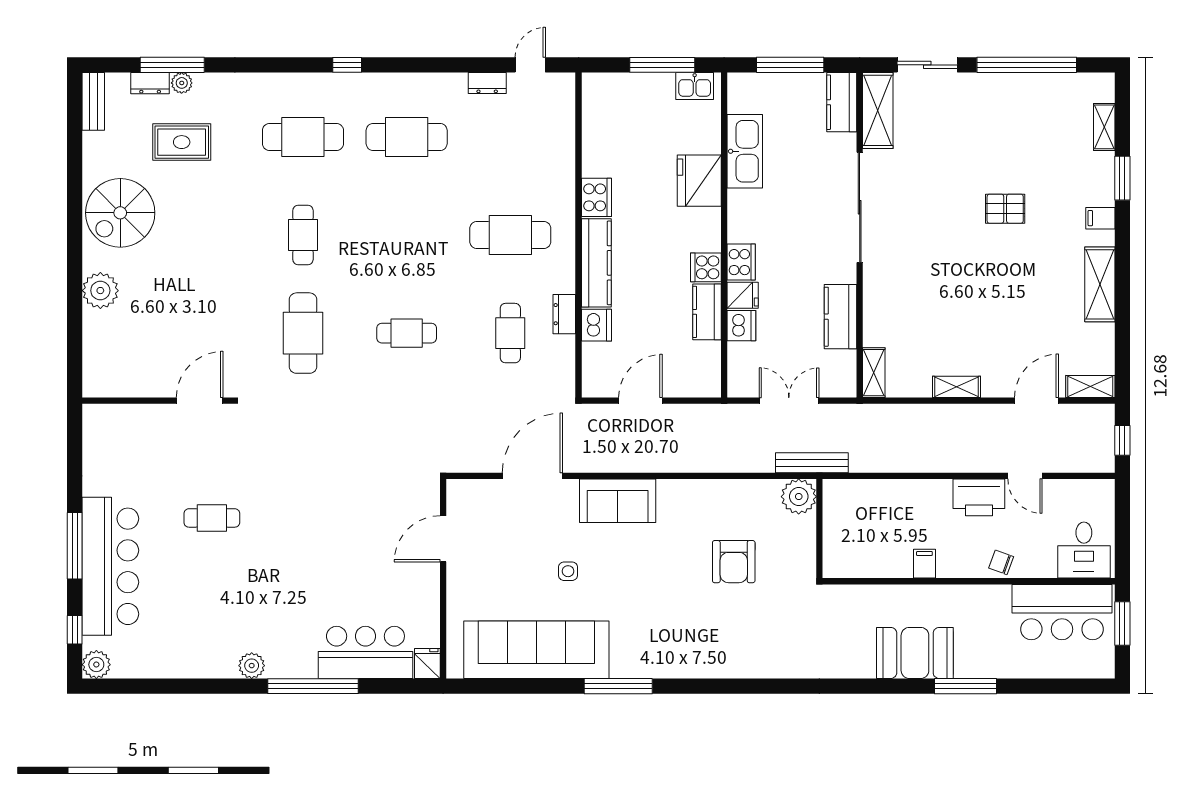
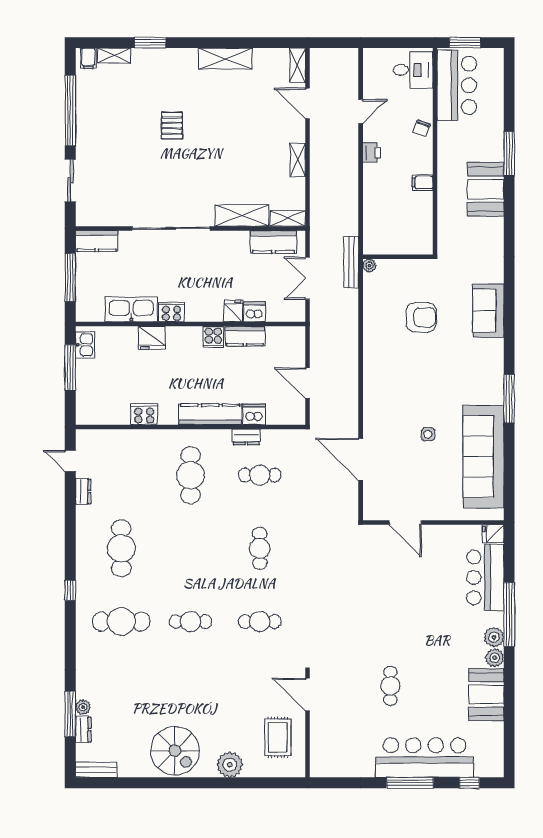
shelving: (878, 110) -> (242, 216), moved
cafe table: (303, 137) -> (121, 622), turned 90
rug: (182, 142) -> (278, 737), moved
fridge: (699, 181) -> (152, 338), width x0.73, depth x0.75
cooker: (596, 197) -> (144, 414), moved
filing cabinet: (1100, 218) -> (88, 58), moved
cooker: (741, 262) -> (171, 312), moved
kitchen counter: (840, 317) -> (274, 242), moved
cafe table: (303, 333) -> (260, 622), width x0.73, depth x0.74
window: (1122, 440) -> (336, 43), removed
plant: (799, 497) -> (369, 266), width x0.53, depth x0.53
printer: (979, 497) -> (372, 153), width x0.53, depth x0.68
sofa: (618, 501) -> (488, 311), moved, turned 180
booth: (200, 654) -> (486, 695), added
plant: (96, 665) -> (494, 637), moved

